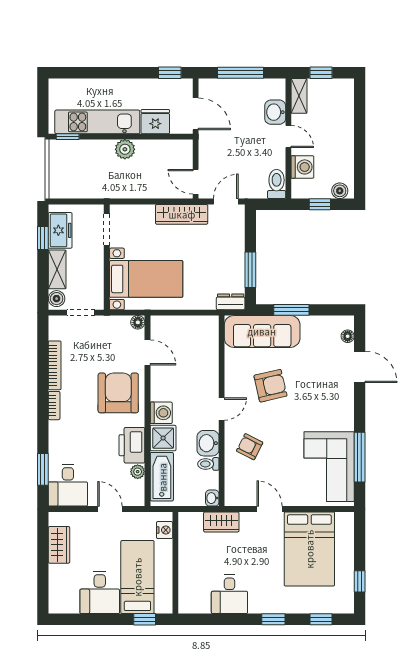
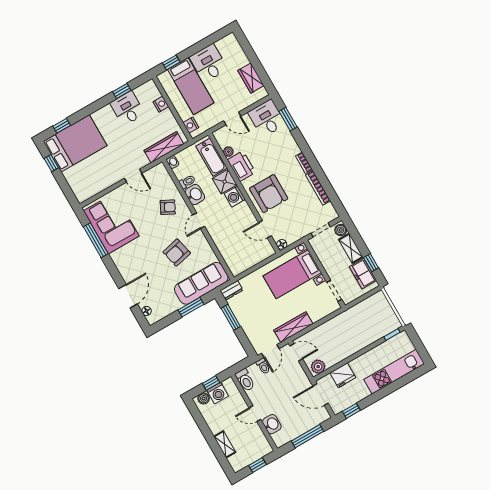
shelving: (299, 96) -> (225, 444), moved
kitchen unit: (97, 122) -> (394, 372), moved, turned 180
plant: (125, 149) -> (318, 367), moved
washing machine: (302, 167) -> (218, 393), moved, turned -90
toilet: (245, 188) -> (263, 366), added
door: (360, 367) -> (128, 296), swing flipped
wardrobe: (221, 522) -> (164, 147), width x1.50
bed: (309, 549) -> (75, 143), moved, turned 90
nightstand: (186, 576) -> (161, 104), added
window: (273, 619) -> (122, 91), moved

